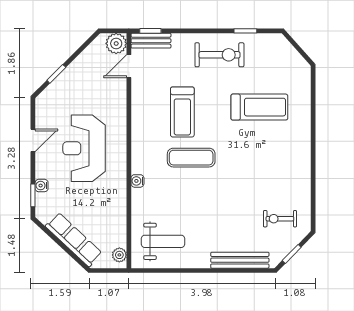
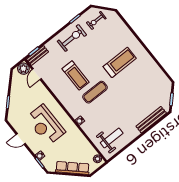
treadmill: (259, 107) -> (120, 62), moved
door: (33, 140) -> (21, 139), swing flipped
exercise bike: (280, 219) -> (96, 20), moved

